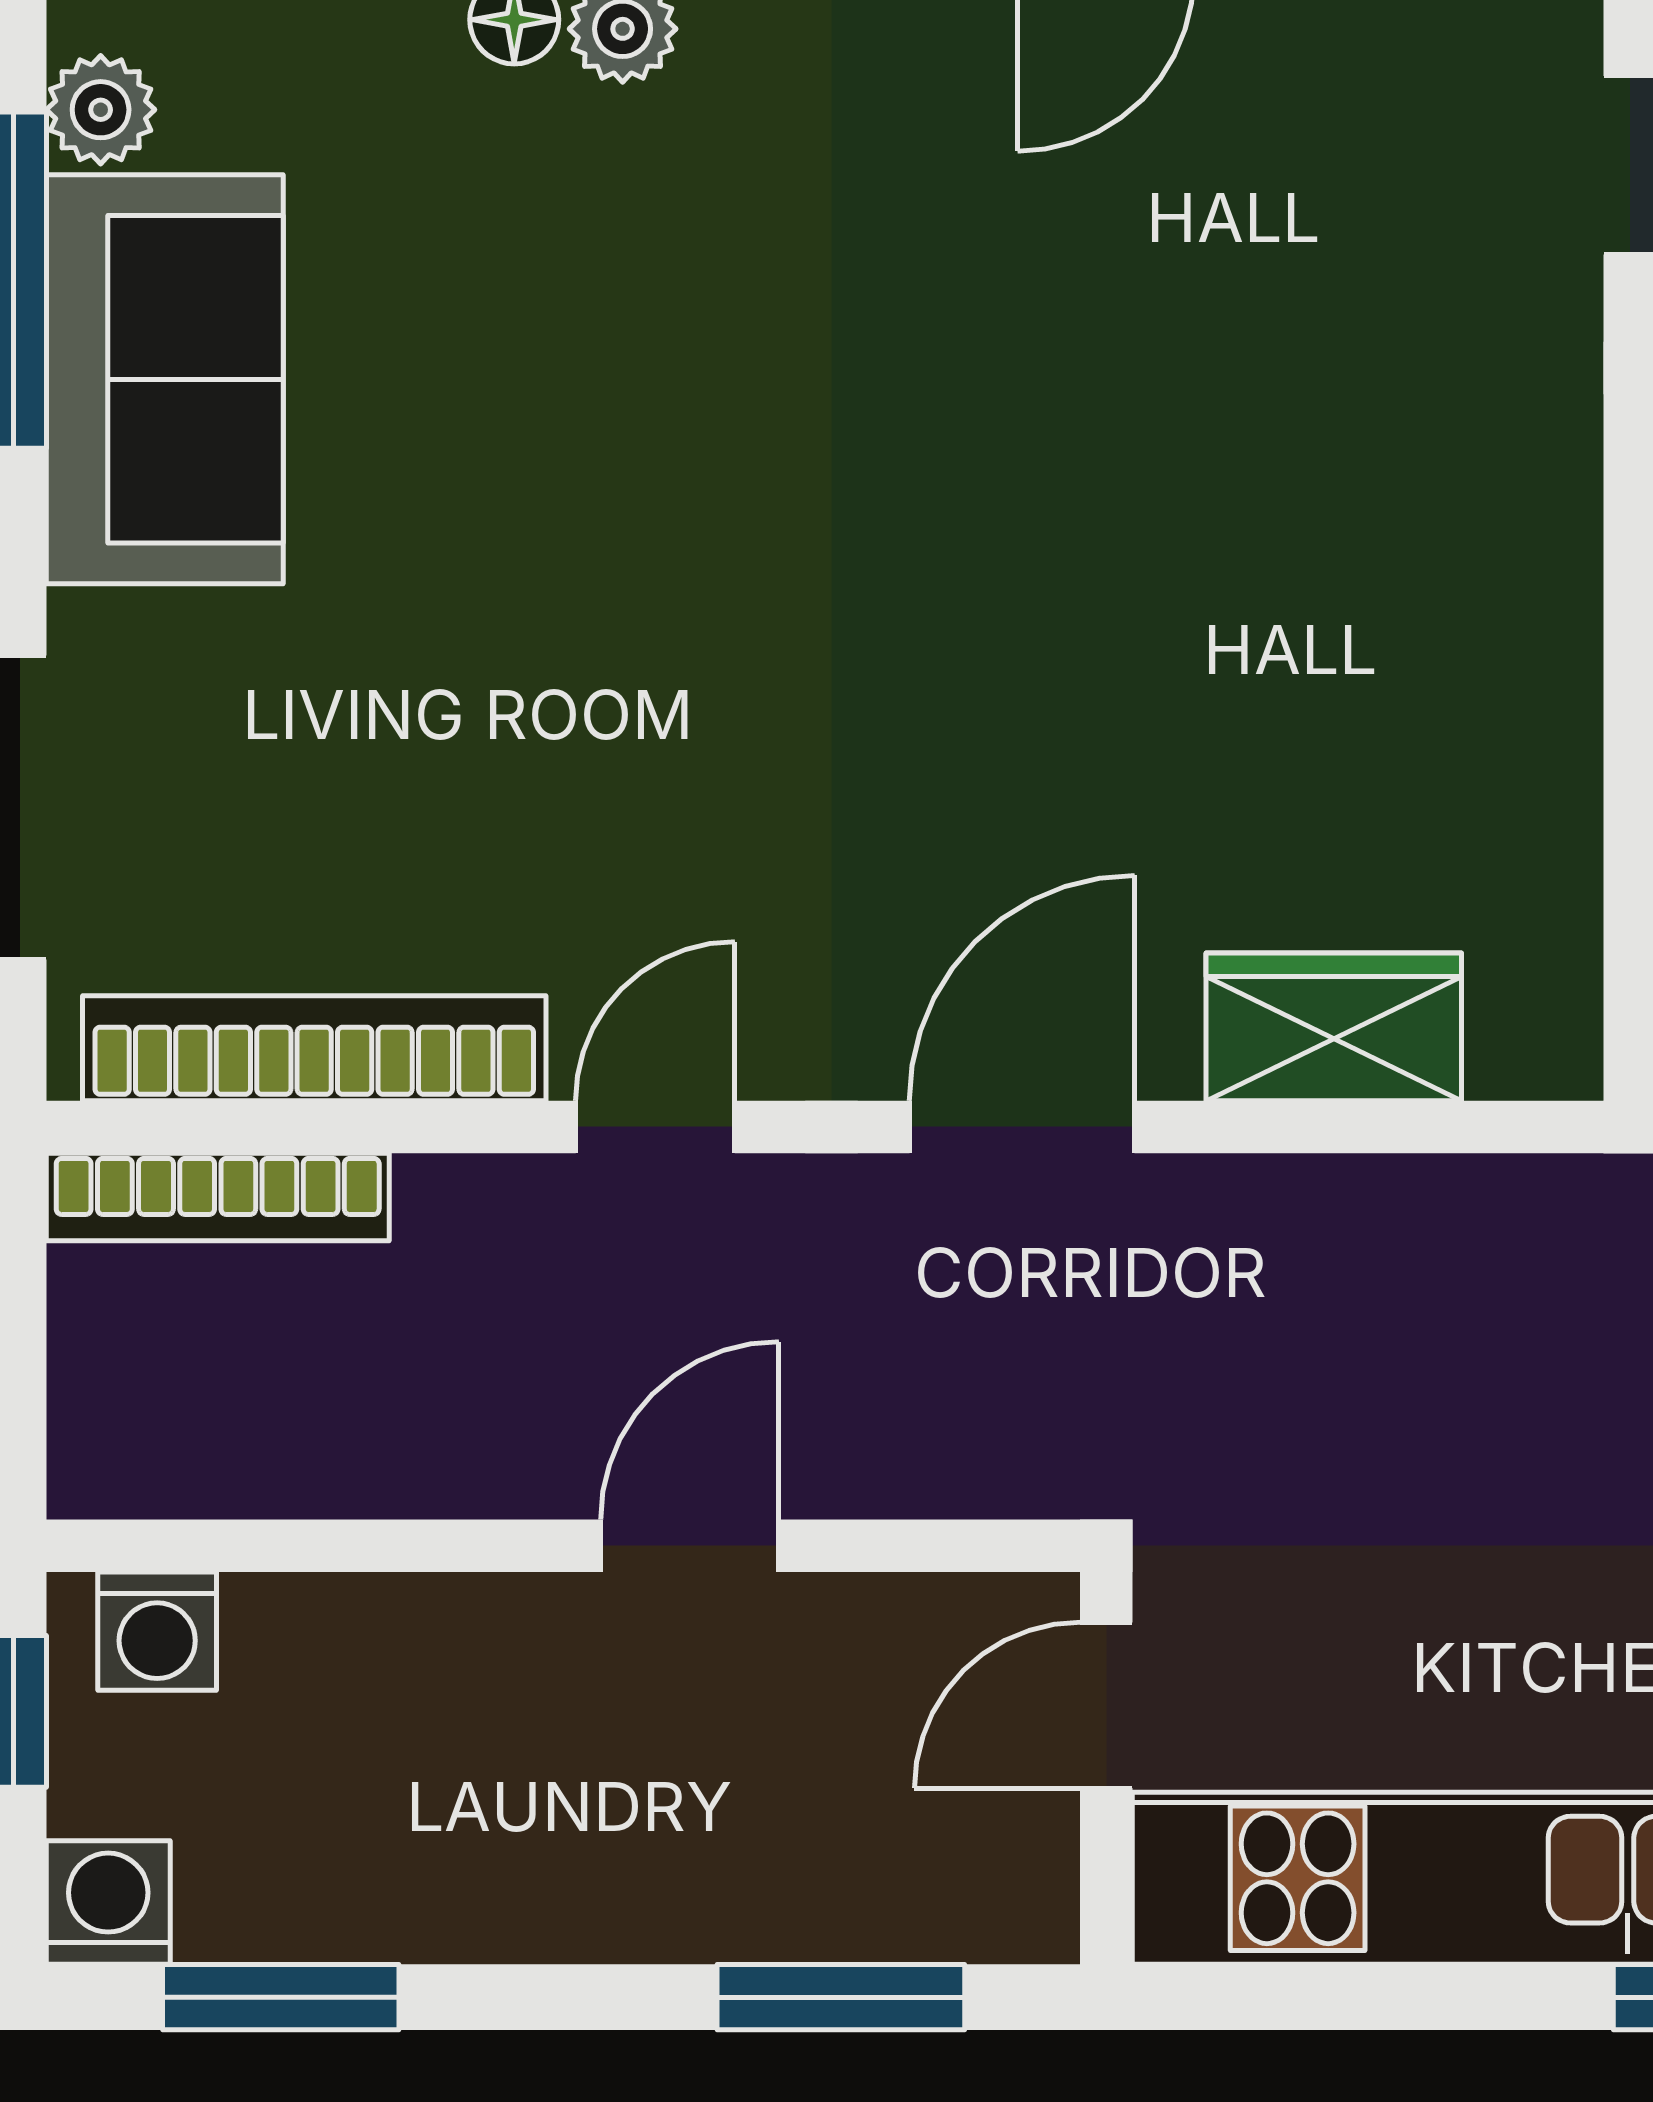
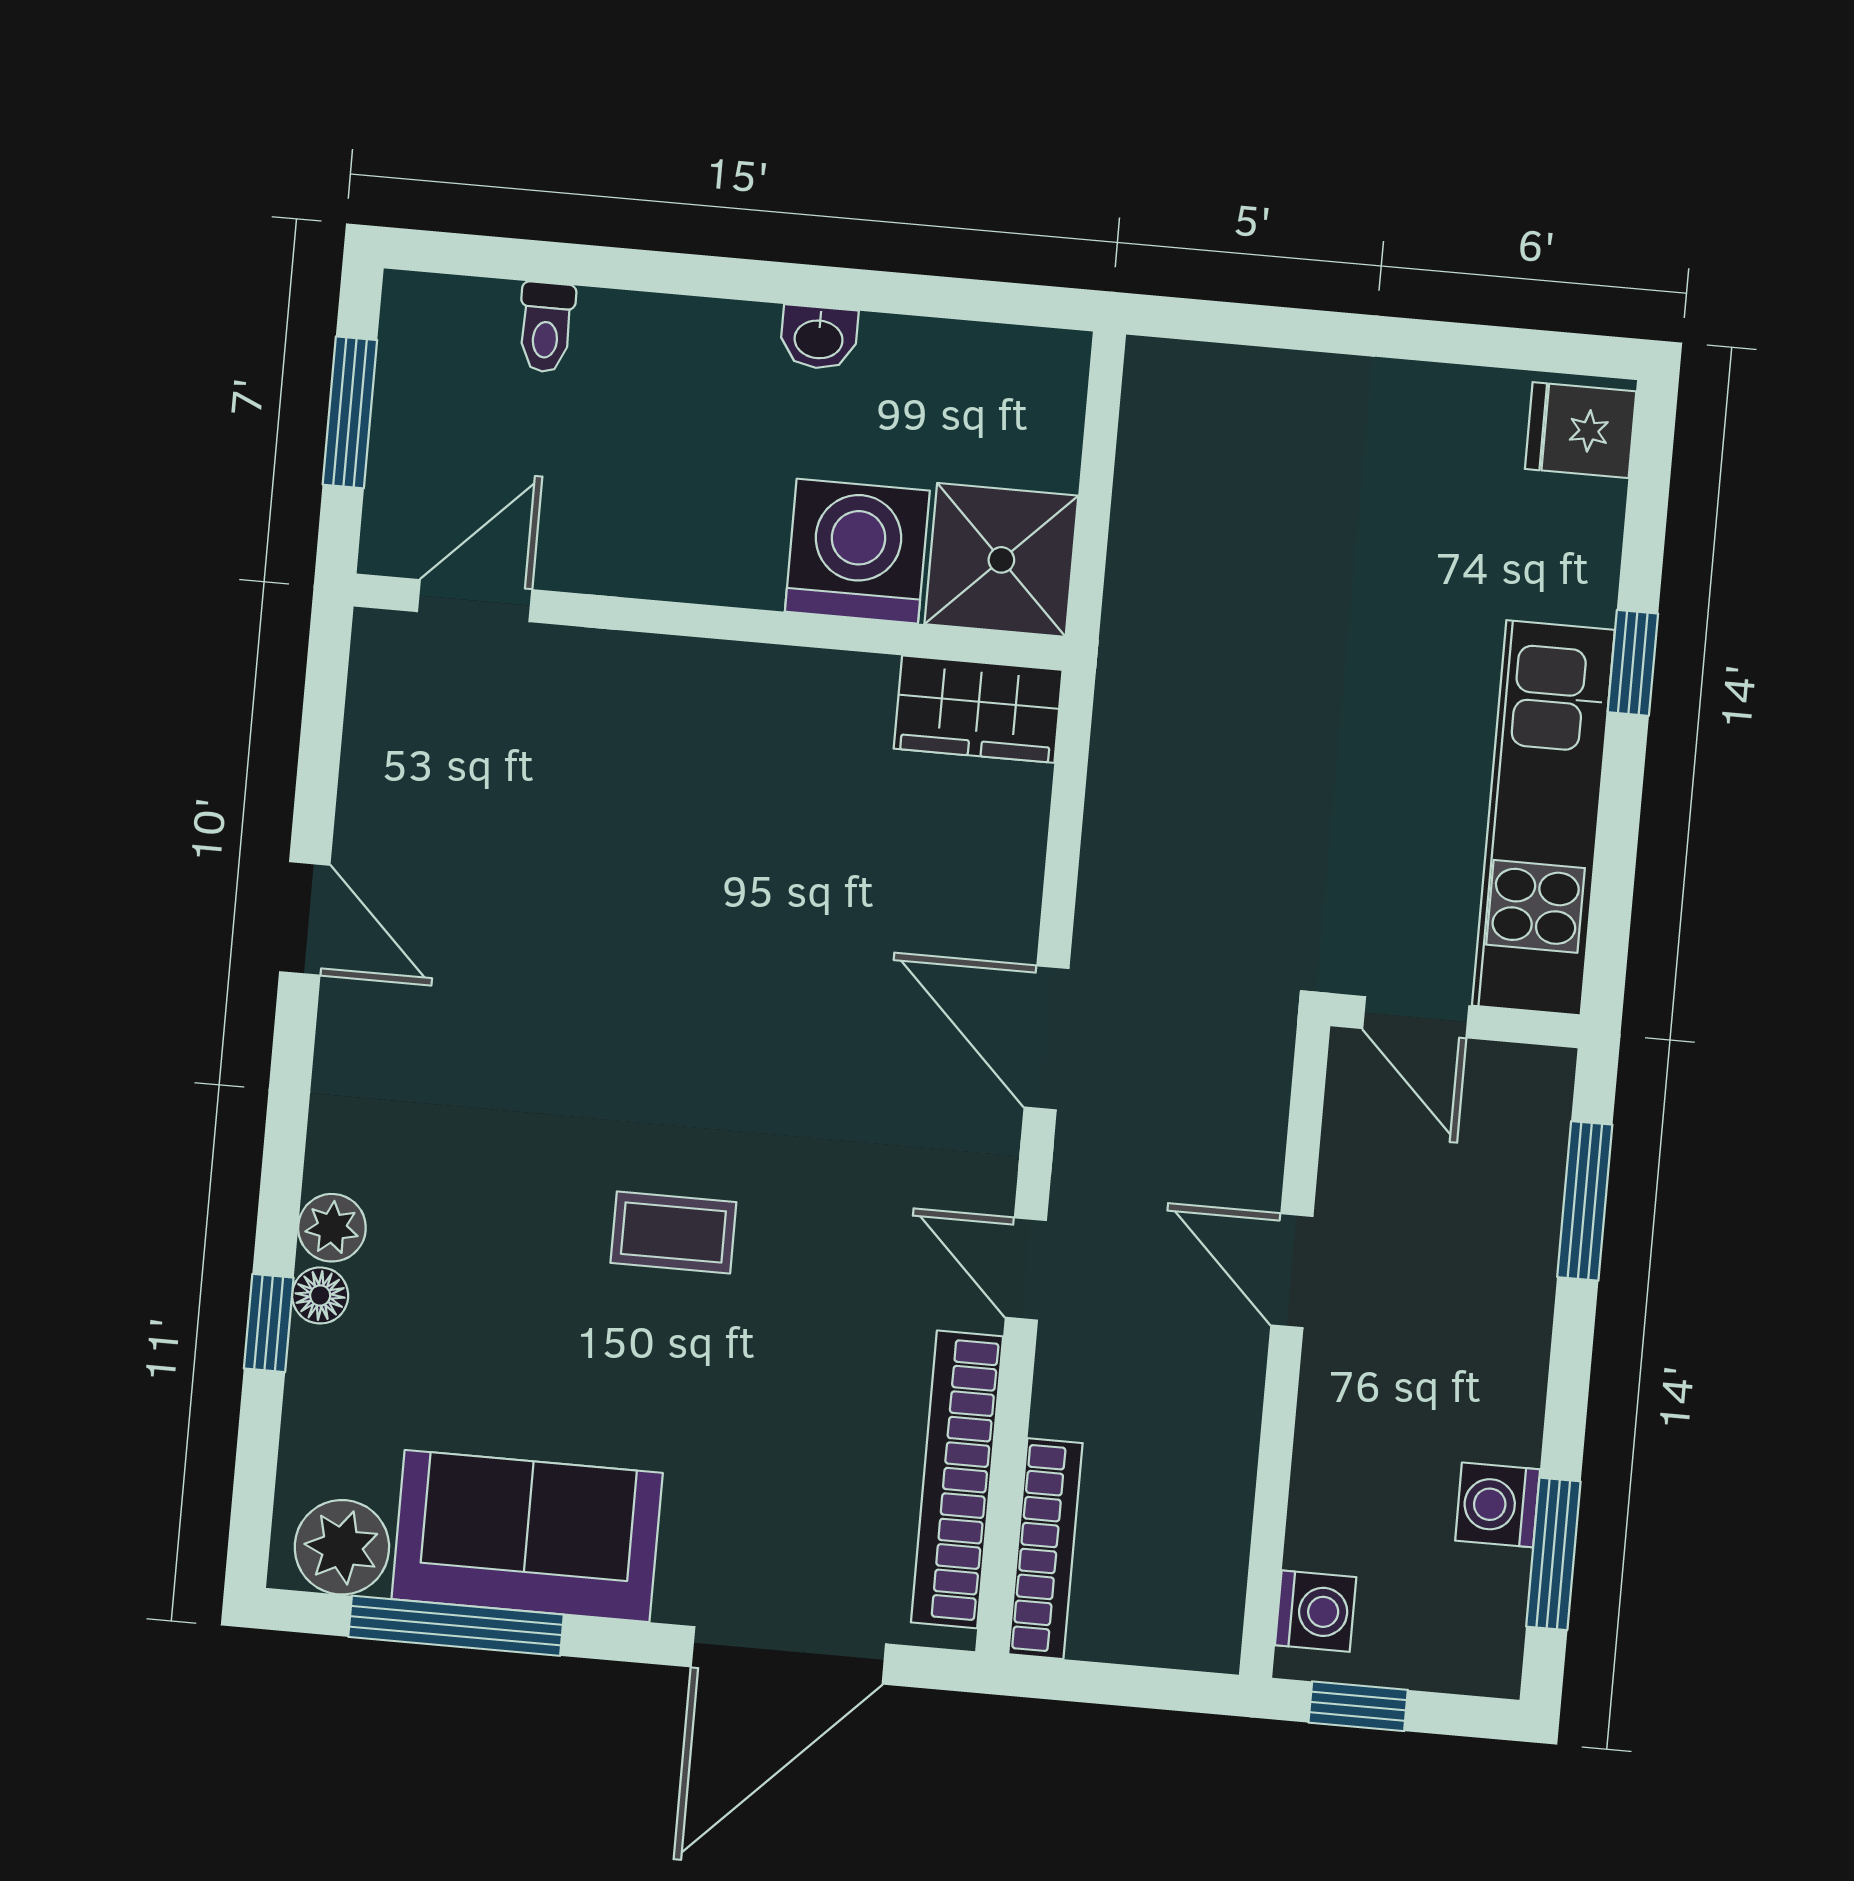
plant: (101, 110) -> (342, 1547), width x1.38, depth x1.38
coffee table: (663, 567) -> (673, 1233), added
wardrobe: (1334, 1027) -> (978, 709), moved, turned -90
washing machine: (108, 1903) -> (1498, 1505), moved

